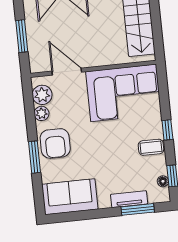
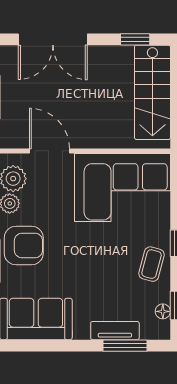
armchair: (55, 143) -> (24, 246), turned -90
coffee table: (151, 147) -> (152, 264), turned -75

